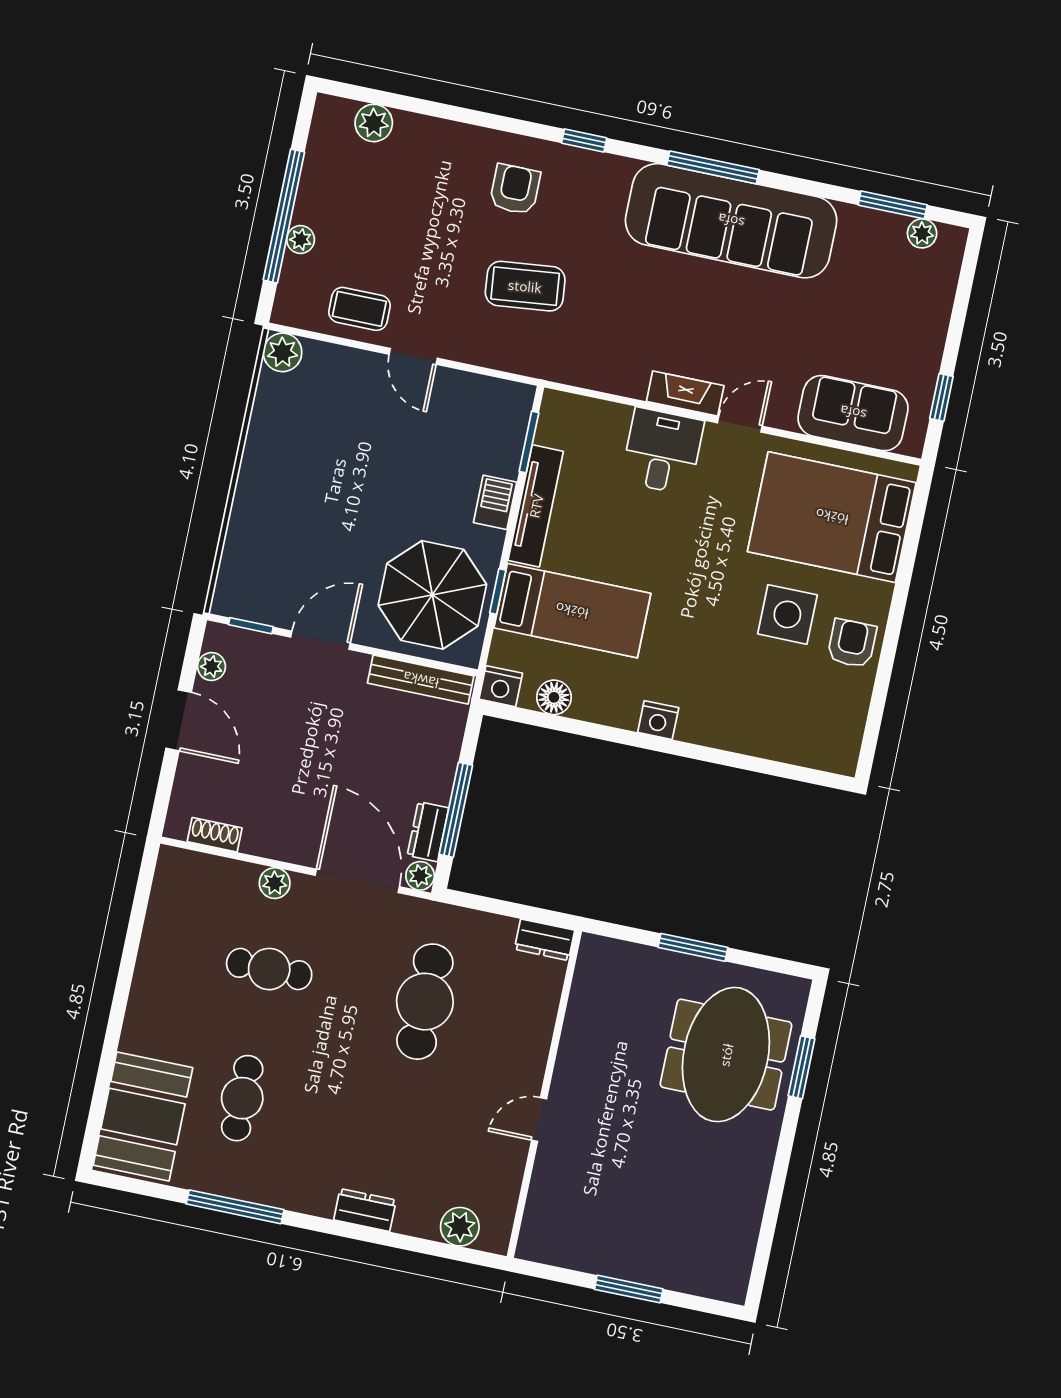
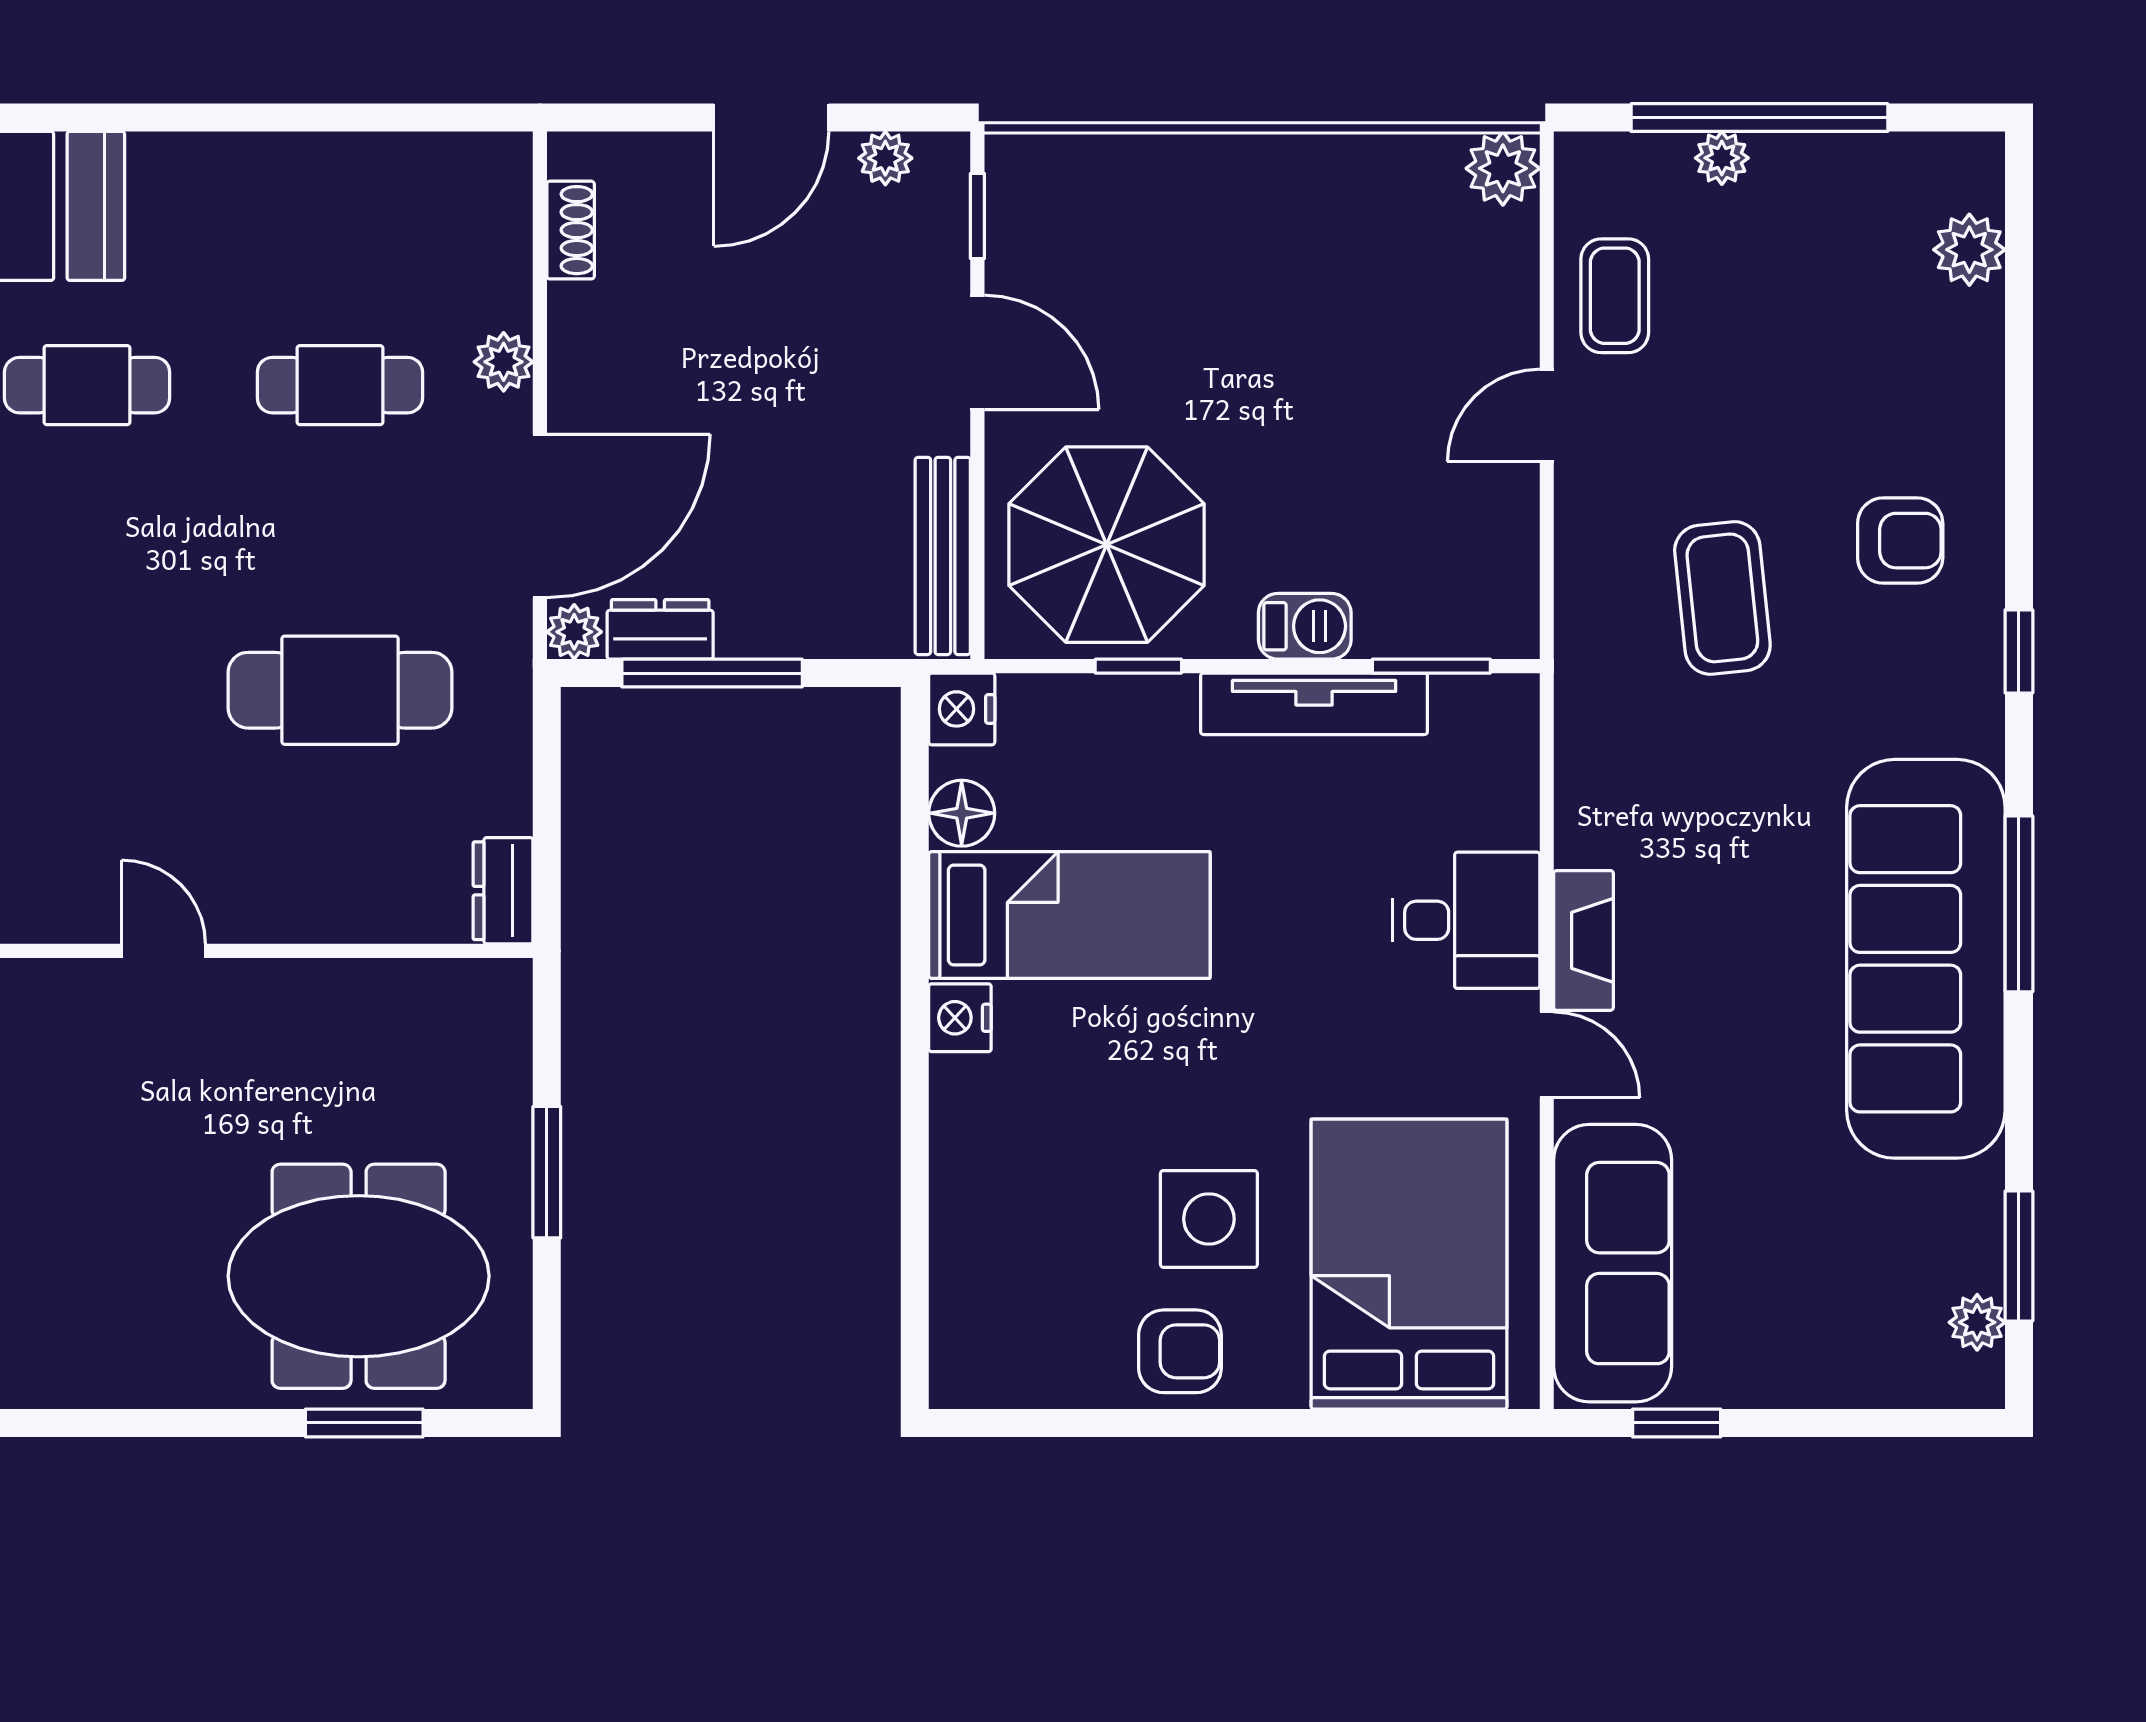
sofa: (853, 413) -> (1613, 1263), width x1.36
bed: (572, 611) -> (1069, 915), moved, turned -90
cafe table: (269, 969) -> (340, 385), turned 90

